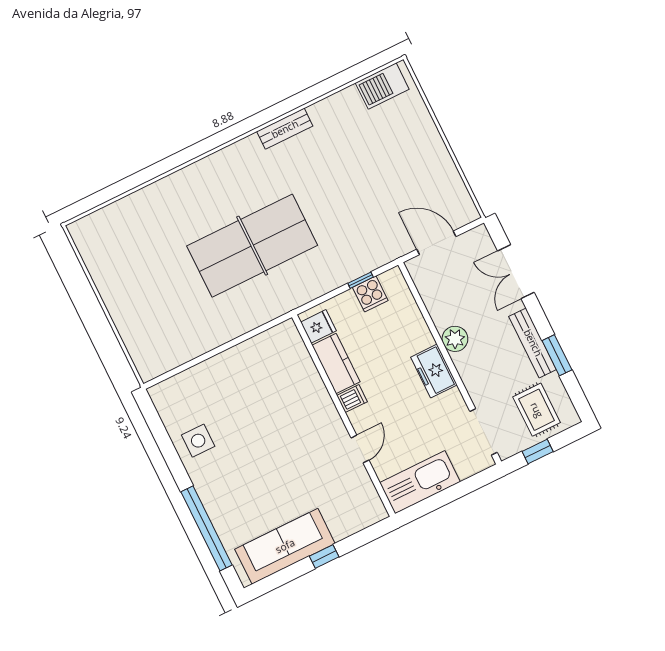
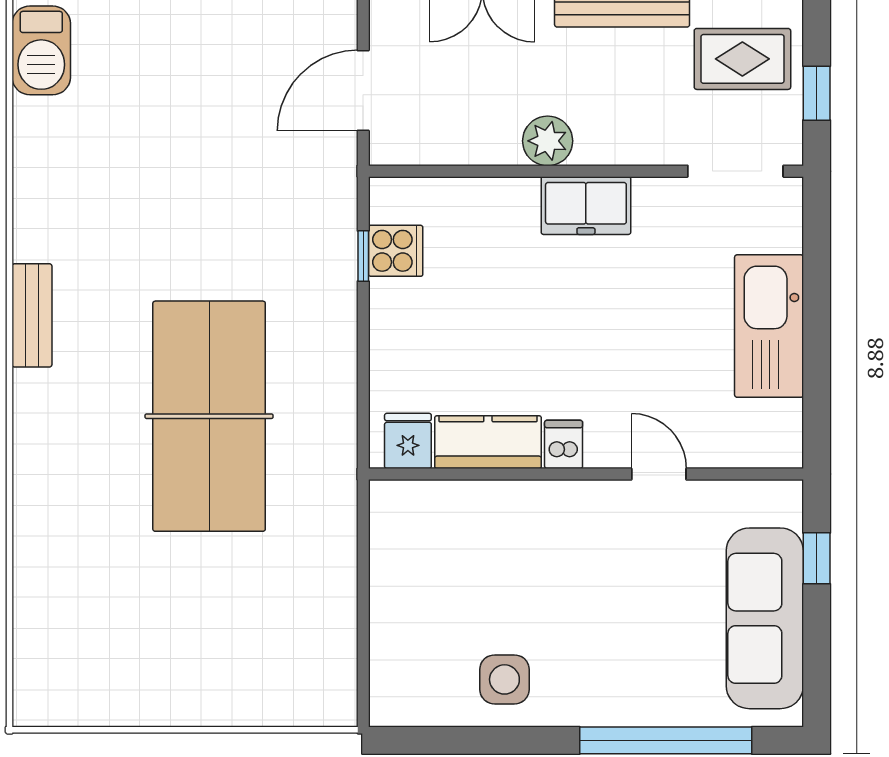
bench: (285, 129) -> (32, 315), moved
fridge: (318, 326) -> (408, 441), moved
kitchen counter: (336, 363) -> (488, 442), moved
dishwasher: (352, 399) -> (564, 444), moved
wall: (343, 416) -> (586, 474), moved
door: (360, 449) -> (659, 474), moved

